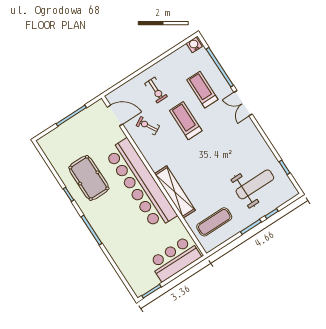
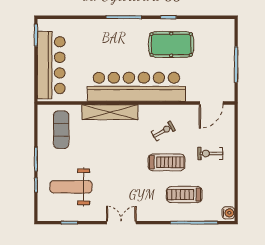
treadmill: (202, 90) -> (184, 195), turned 180
double door: (243, 103) -> (121, 223), moved
exercise bike: (148, 126) -> (163, 131), moved
weight bench: (255, 184) -> (71, 187), turned 90
bar counter: (175, 259) -> (51, 65), width x1.36

